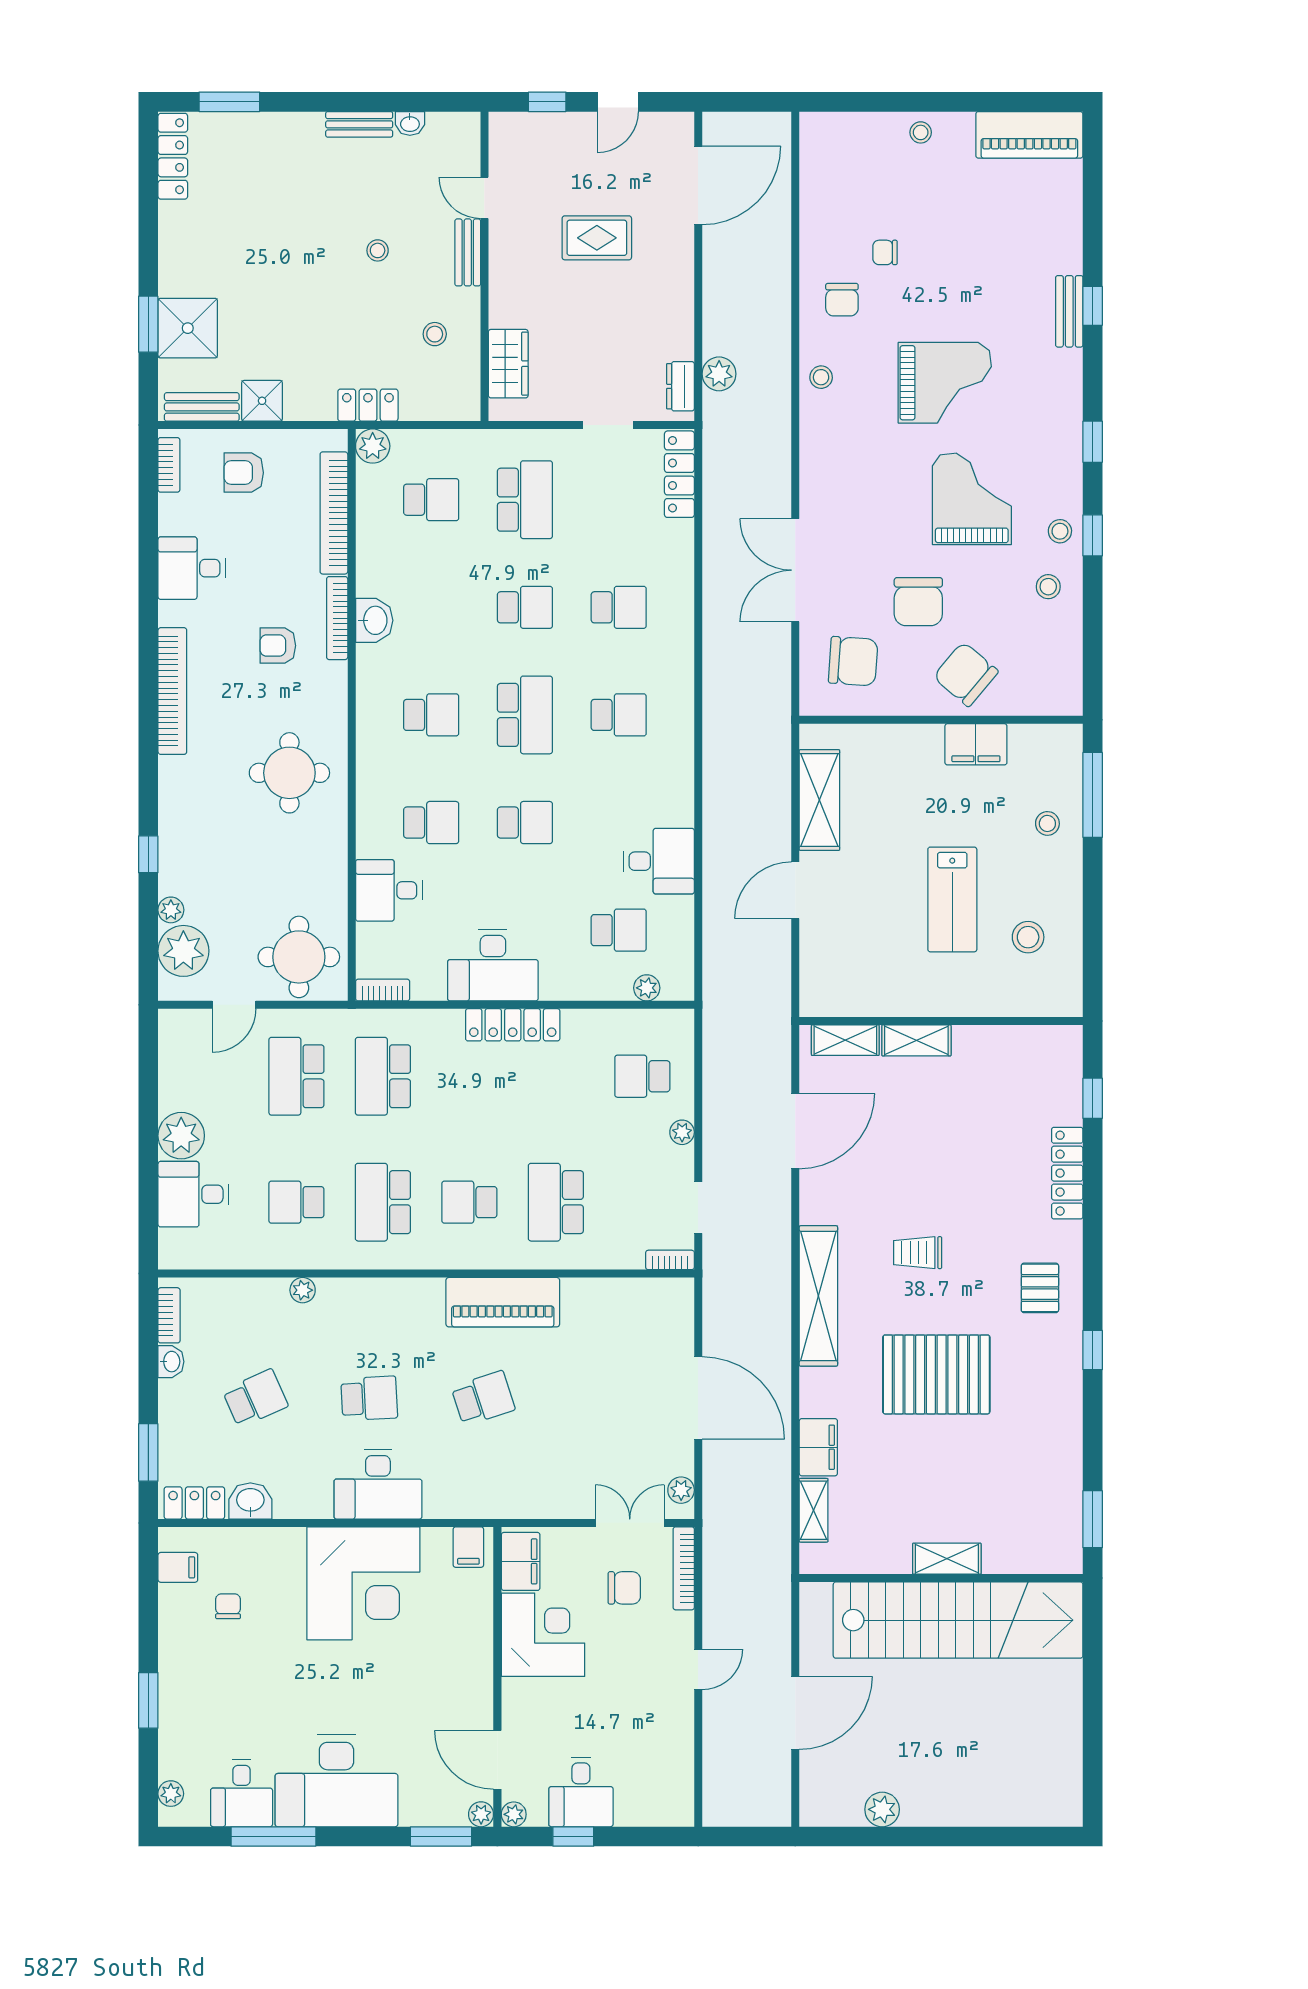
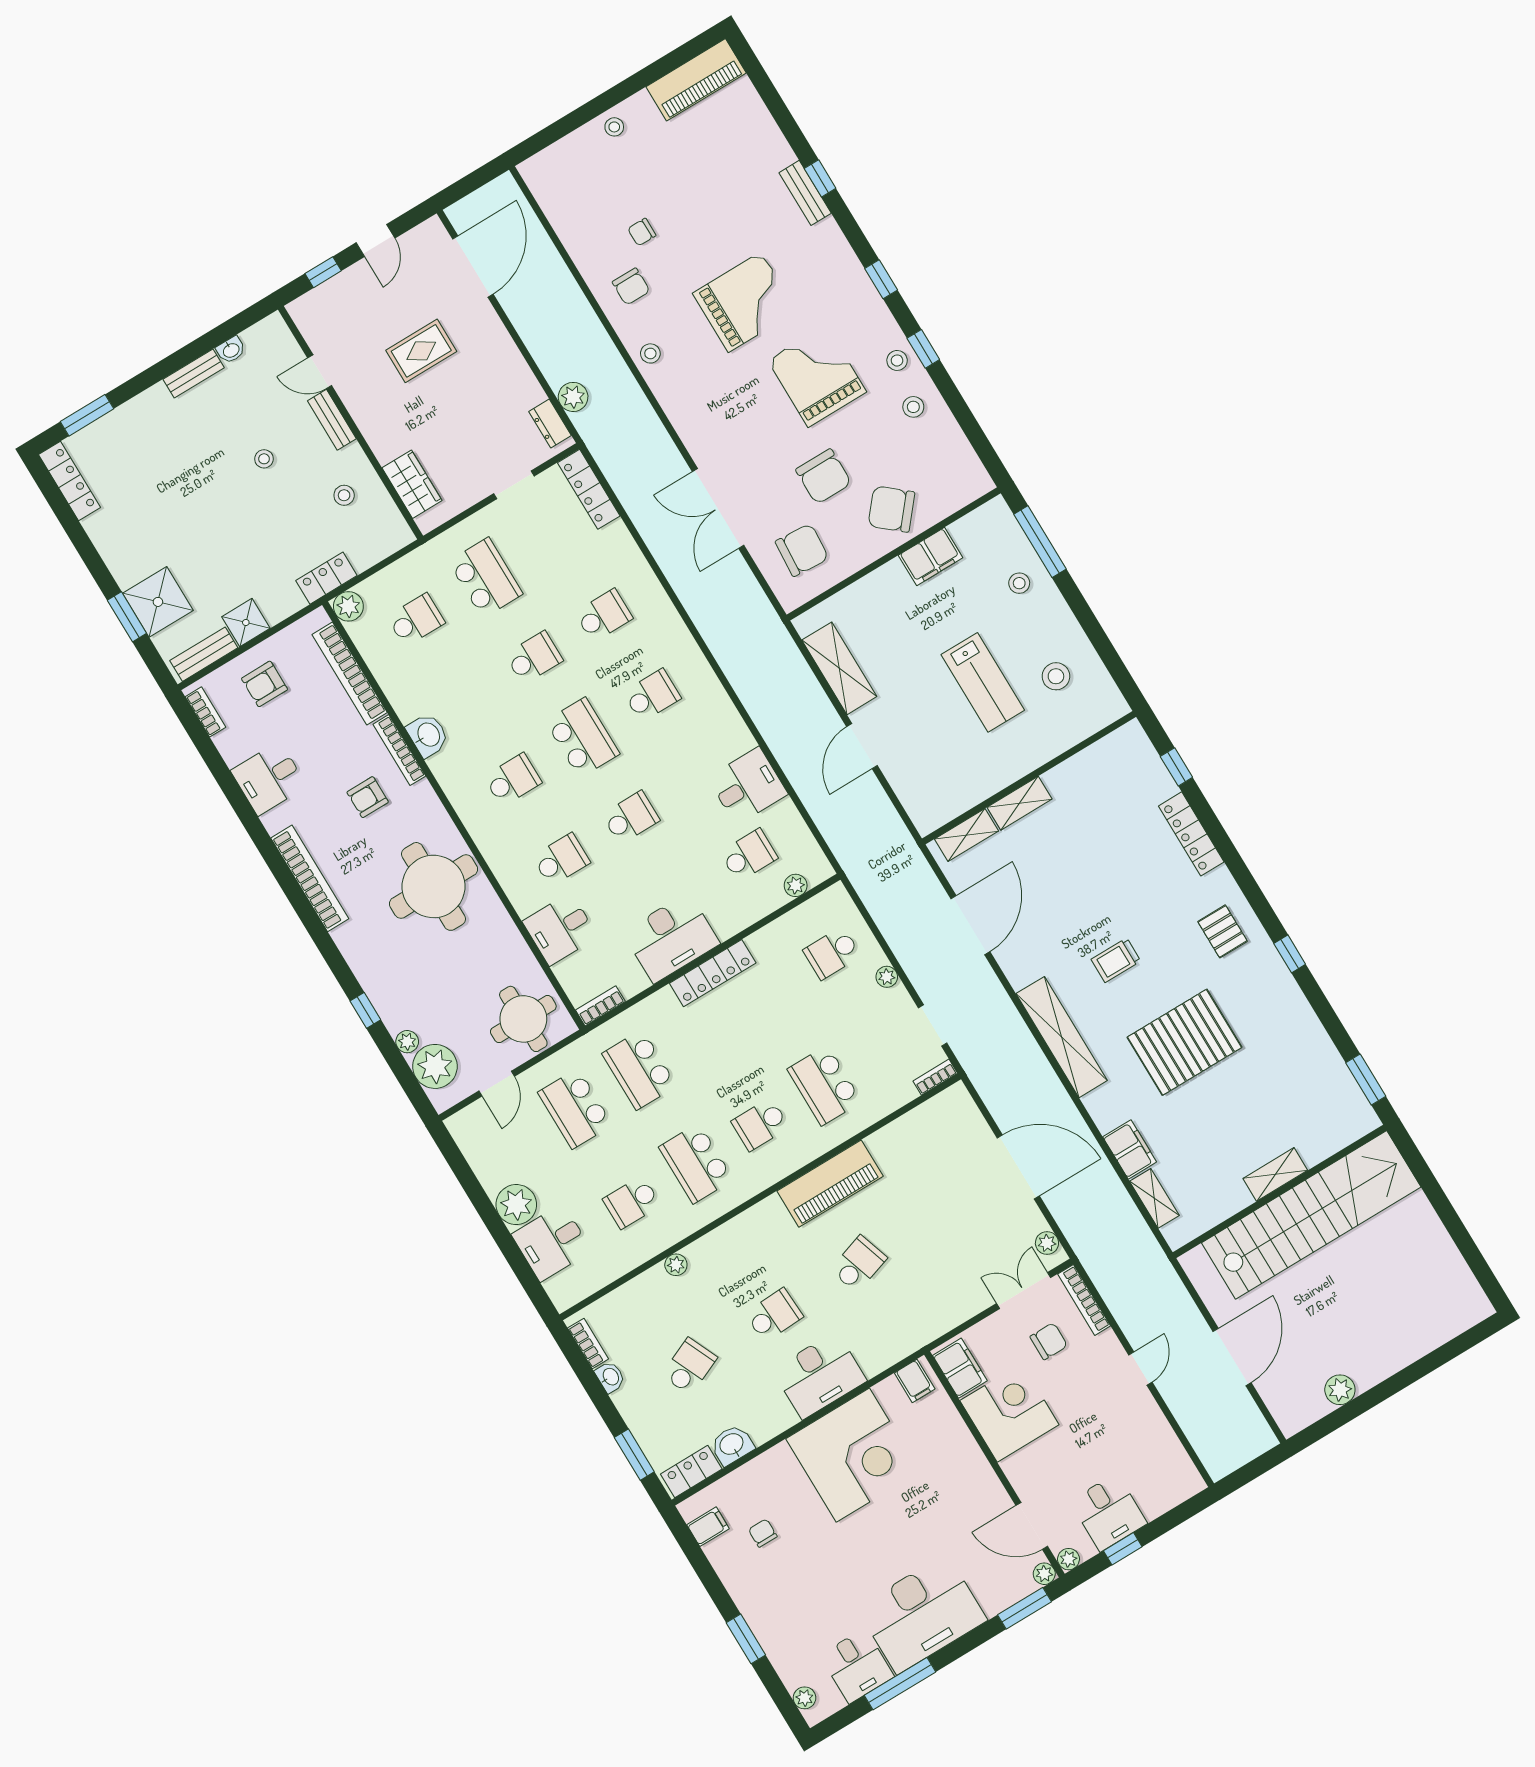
round table: (289, 773) -> (434, 886), width x1.36, depth x1.36

